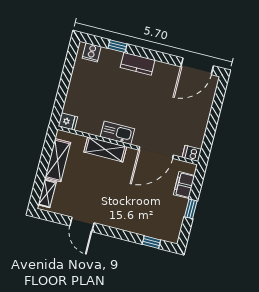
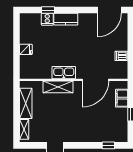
cooker: (92, 52) -> (47, 19), moved
fridge: (68, 121) -> (26, 49), moved
dishwasher: (192, 153) -> (121, 56), moved

